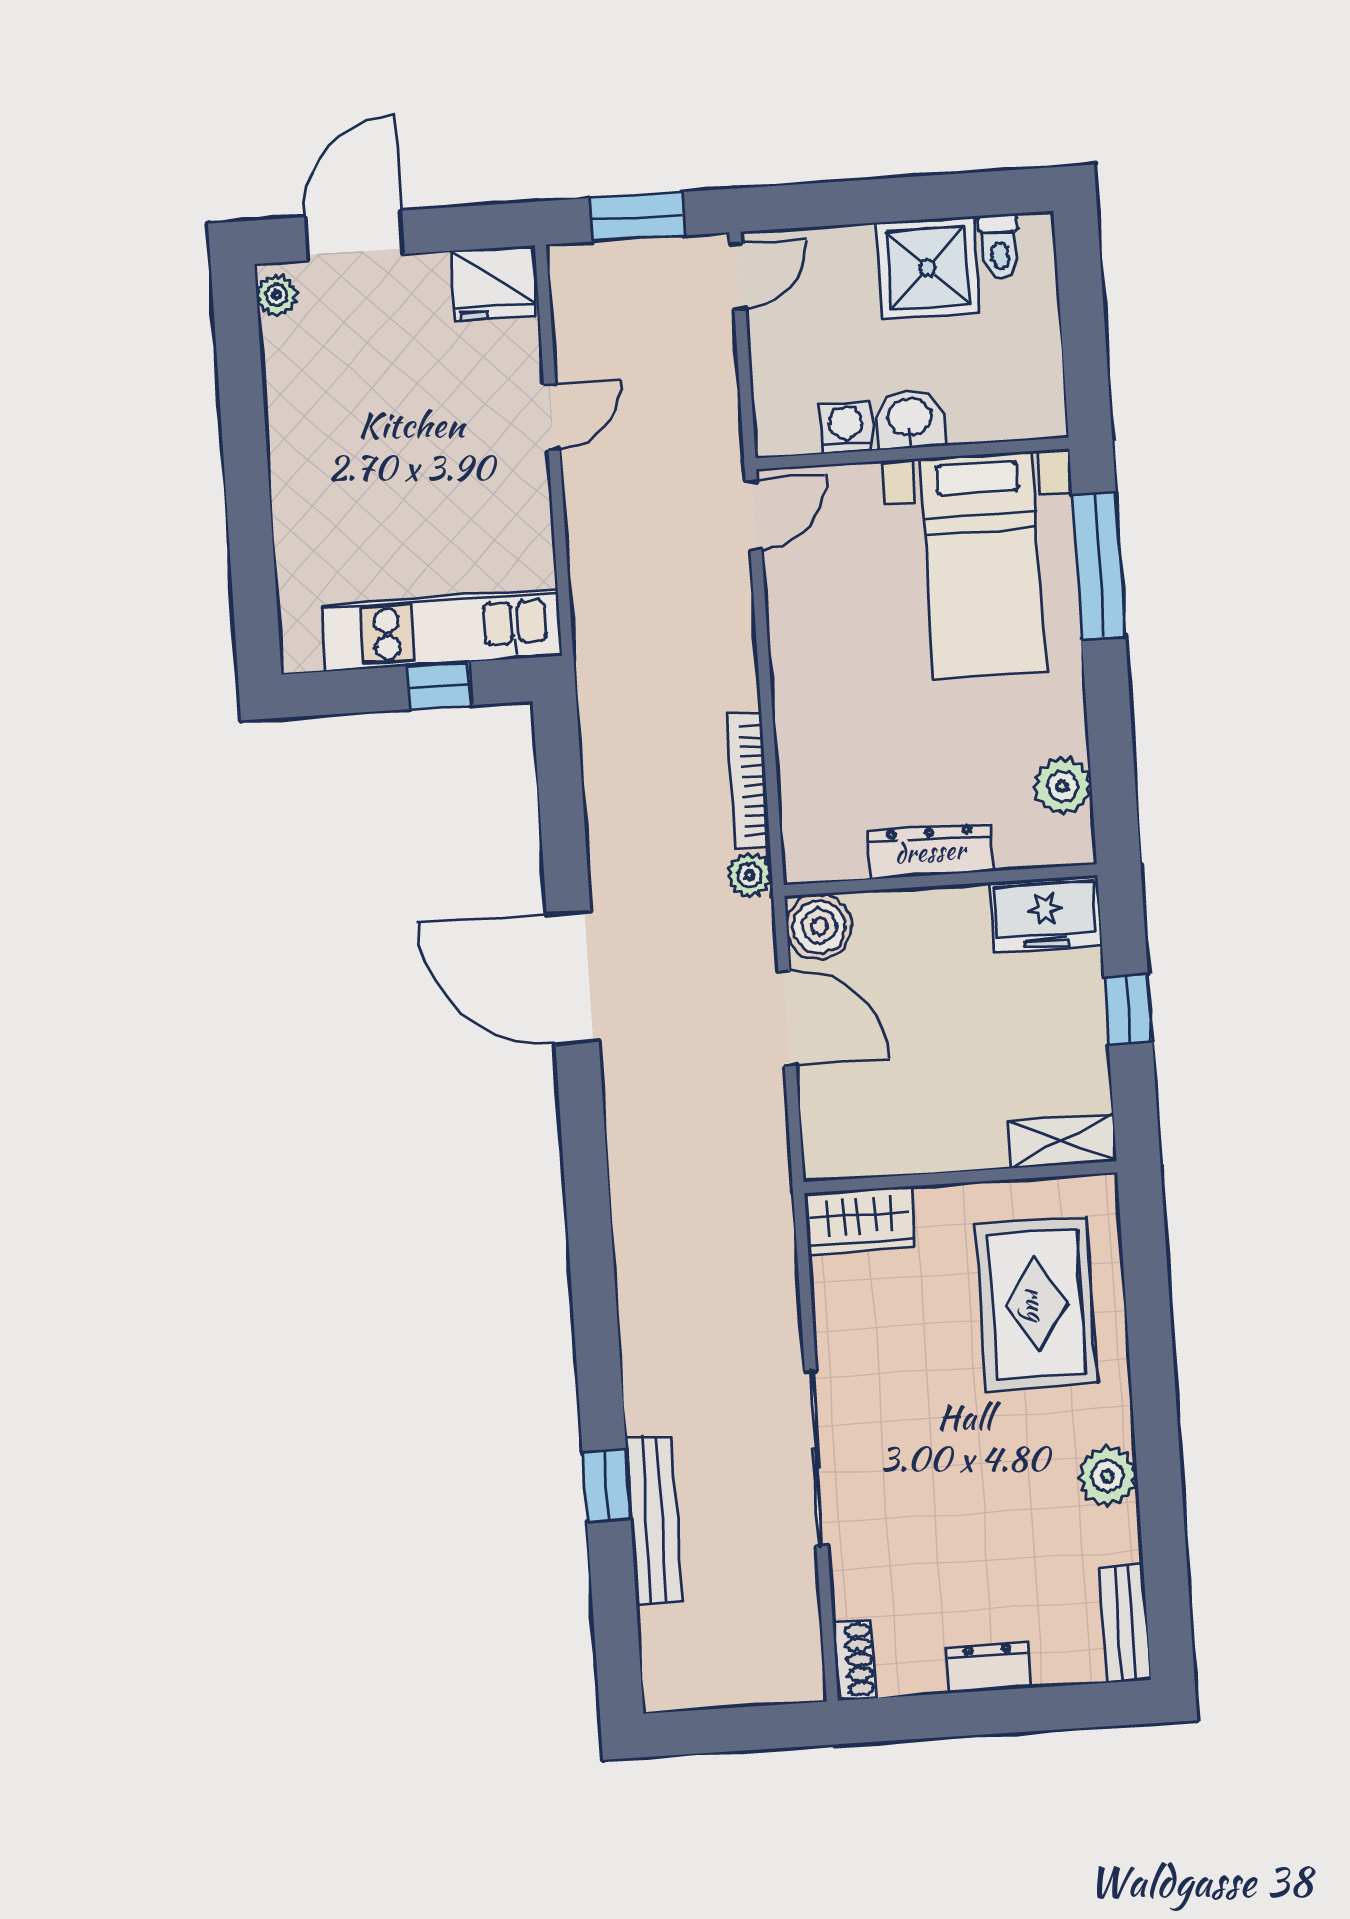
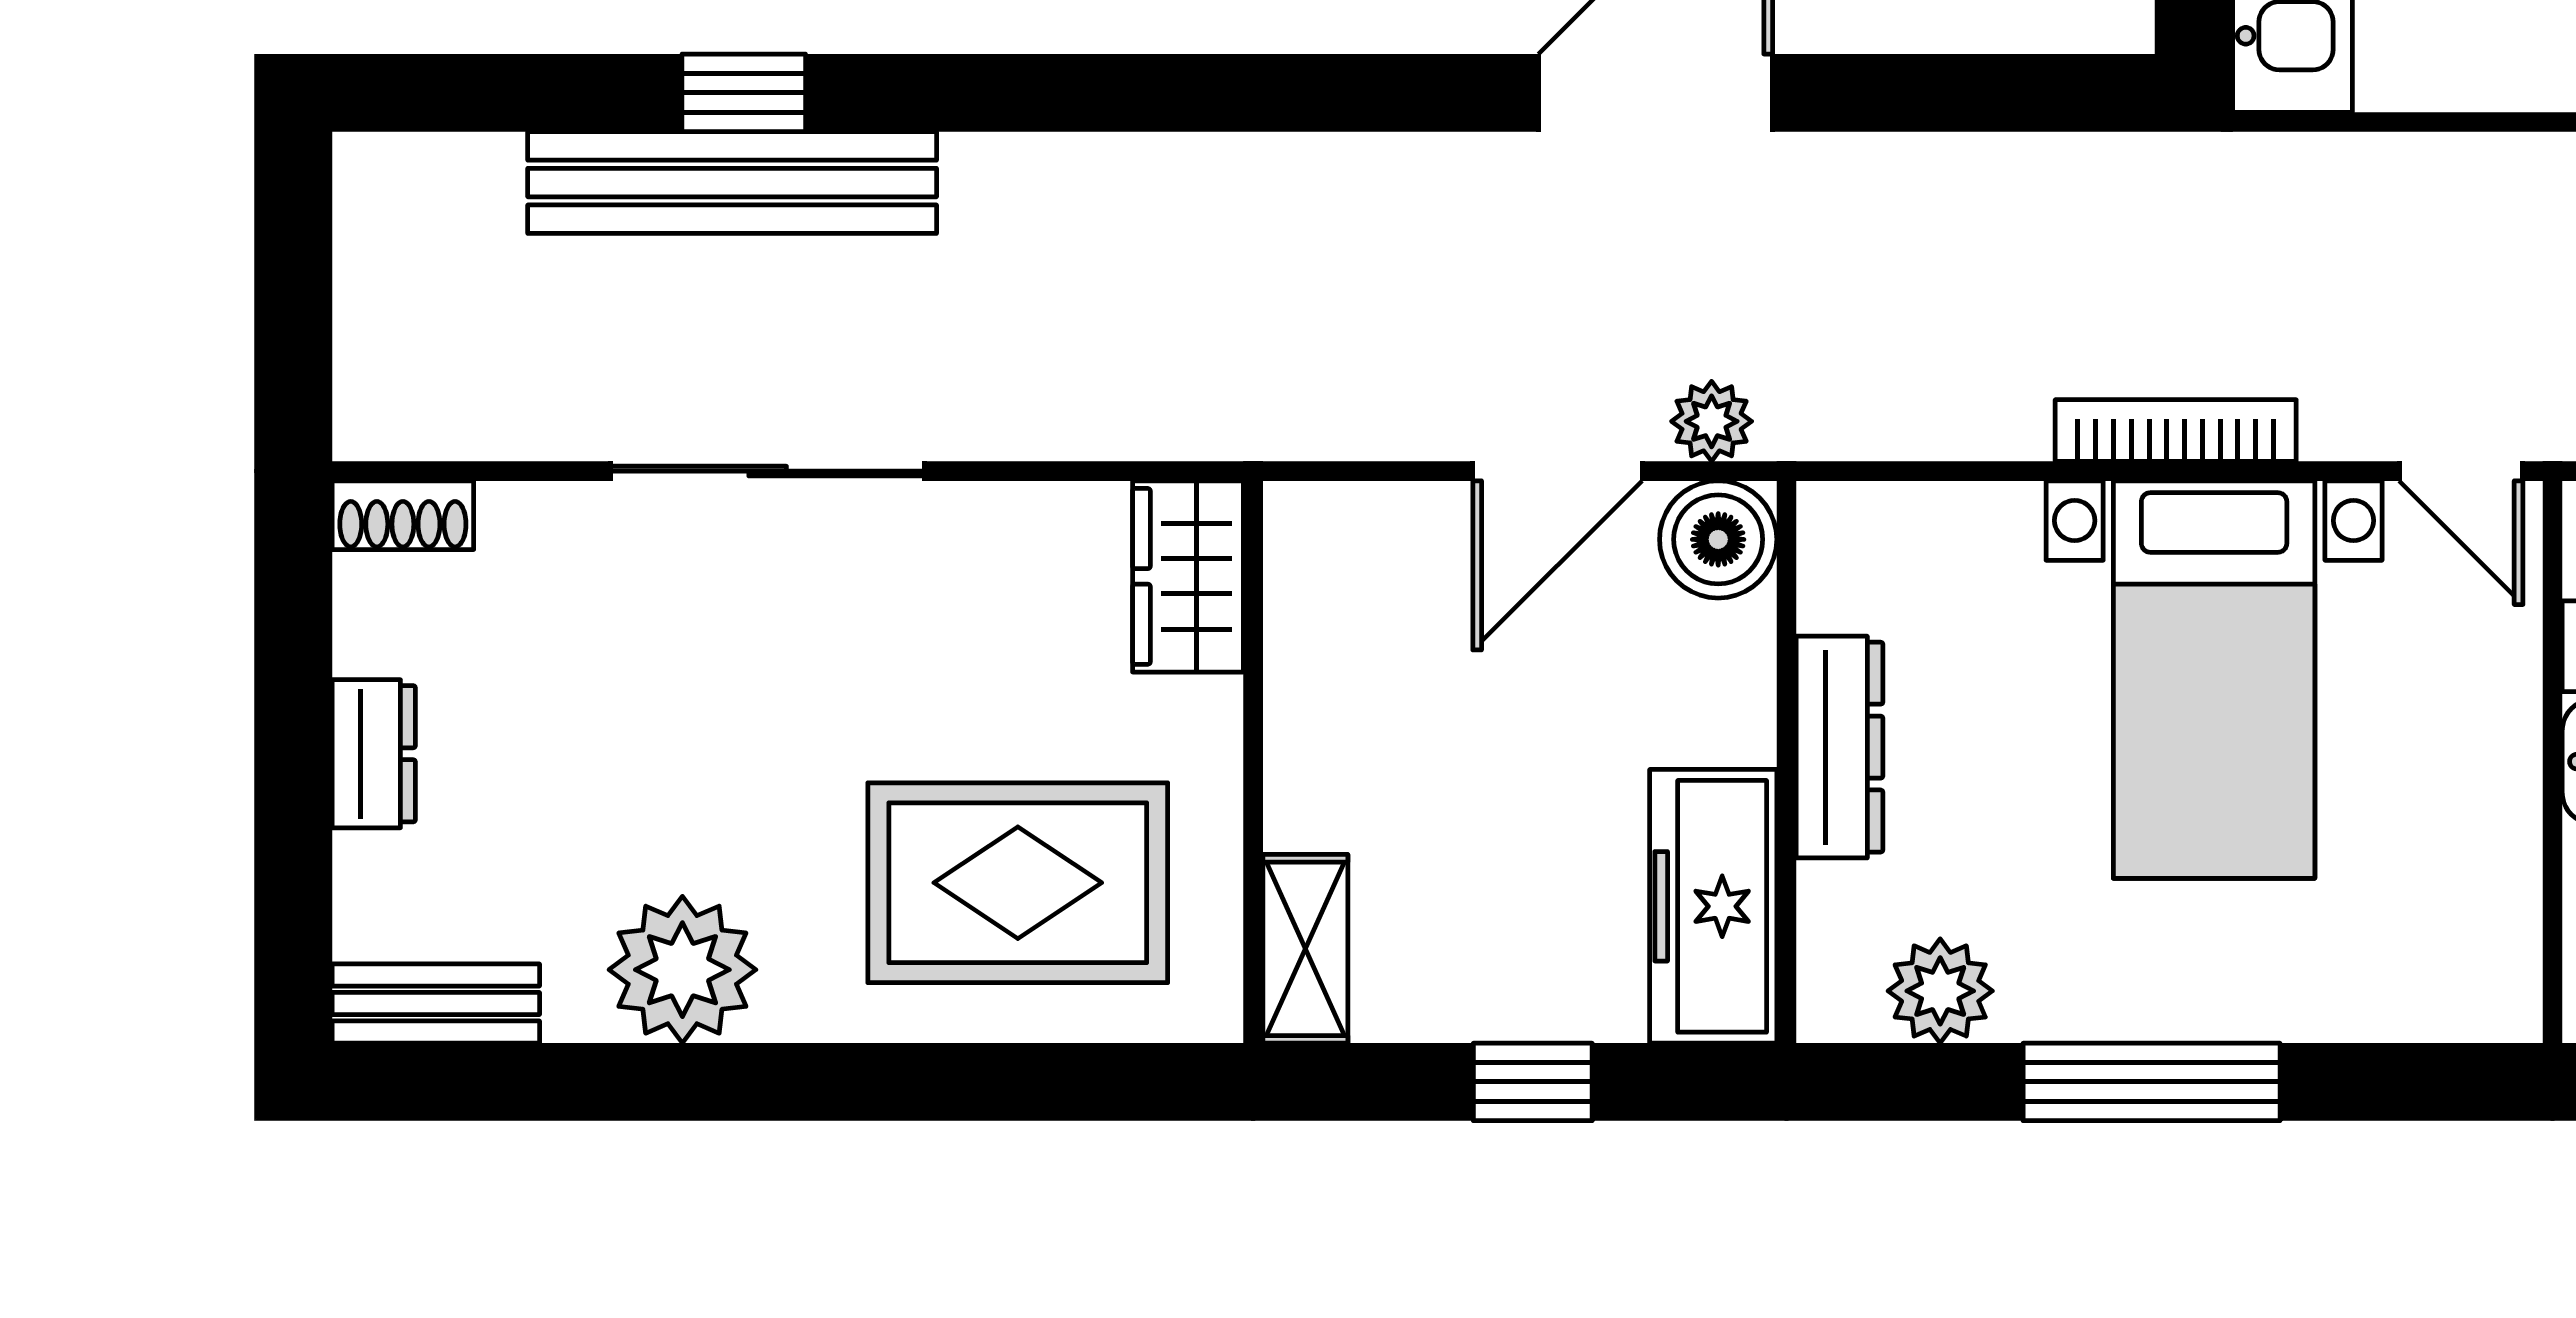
bed with nightstands: (983, 565) -> (2214, 680), moved, turned -90
window: (1099, 566) -> (2152, 1082), moved
bookcase: (749, 781) -> (2176, 431), moved
plant: (750, 875) -> (1712, 421), moved
freezer: (1046, 914) -> (1713, 906), width x1.40
plant: (1107, 1476) -> (682, 970), width x1.36, depth x1.36
bench: (654, 1520) -> (732, 183), width x1.37, depth x1.21

